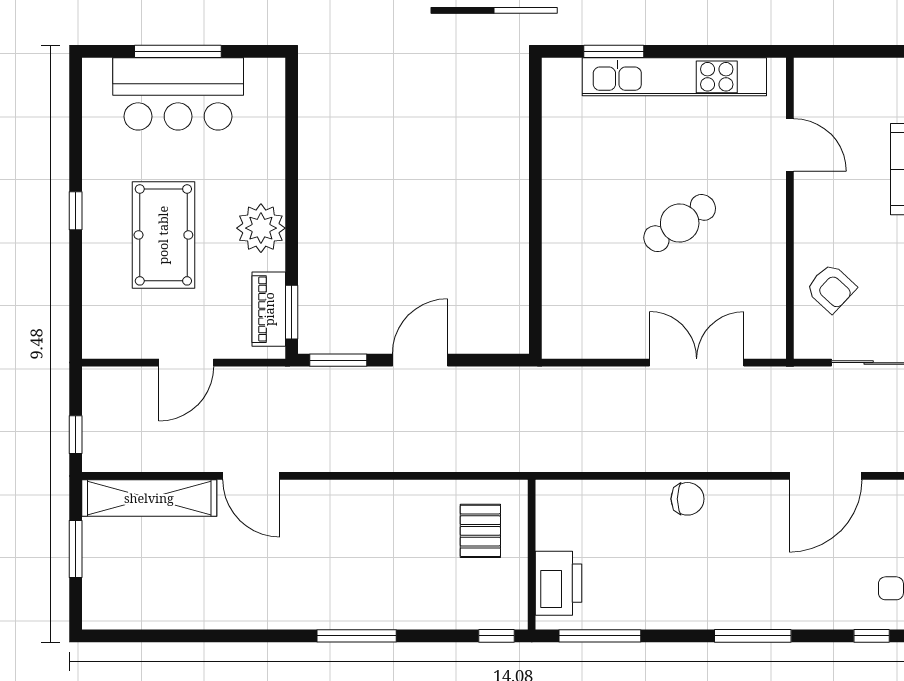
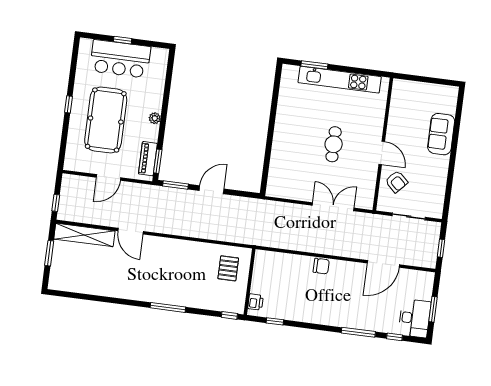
window: (178, 51) -> (123, 40), width x0.46
door: (790, 145) -> (382, 153), moved
cafe table: (680, 223) -> (334, 144), turned -56
plant: (261, 228) -> (155, 118), width x0.53, depth x0.53
pool table: (163, 235) -> (106, 120), width x1.36, depth x1.32
printer: (558, 583) -> (256, 302), width x0.53, depth x0.68
window: (600, 636) -> (275, 321), width x0.46
window: (753, 636) -> (358, 332), moved

